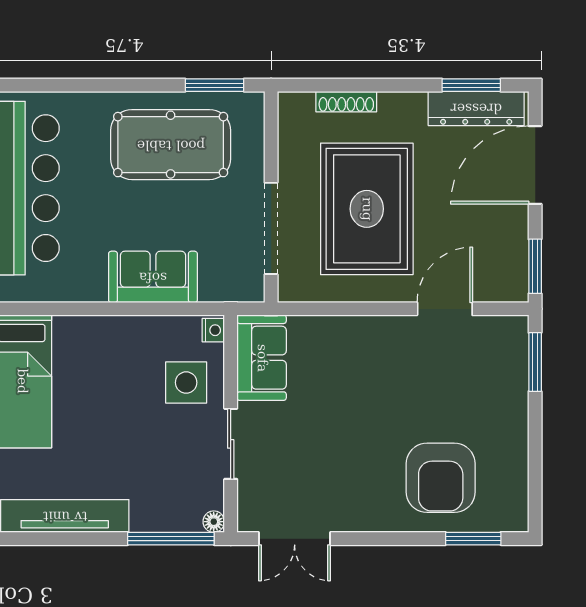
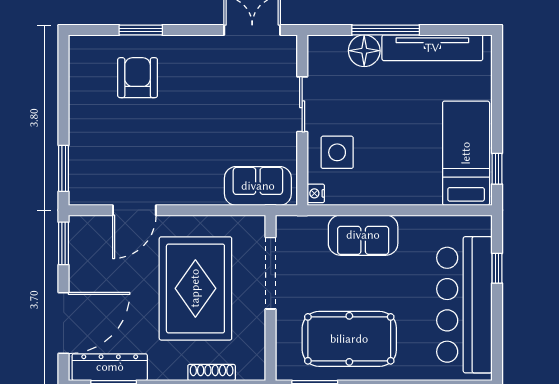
sofa: (262, 358) -> (258, 186), moved, turned 90
armchair: (441, 478) -> (138, 78), width x0.73, depth x0.73
floor lamp: (214, 522) -> (364, 51), moved, width x1.89, depth x1.89
window: (171, 539) -> (386, 30), moved
window: (473, 539) -> (141, 30), moved

